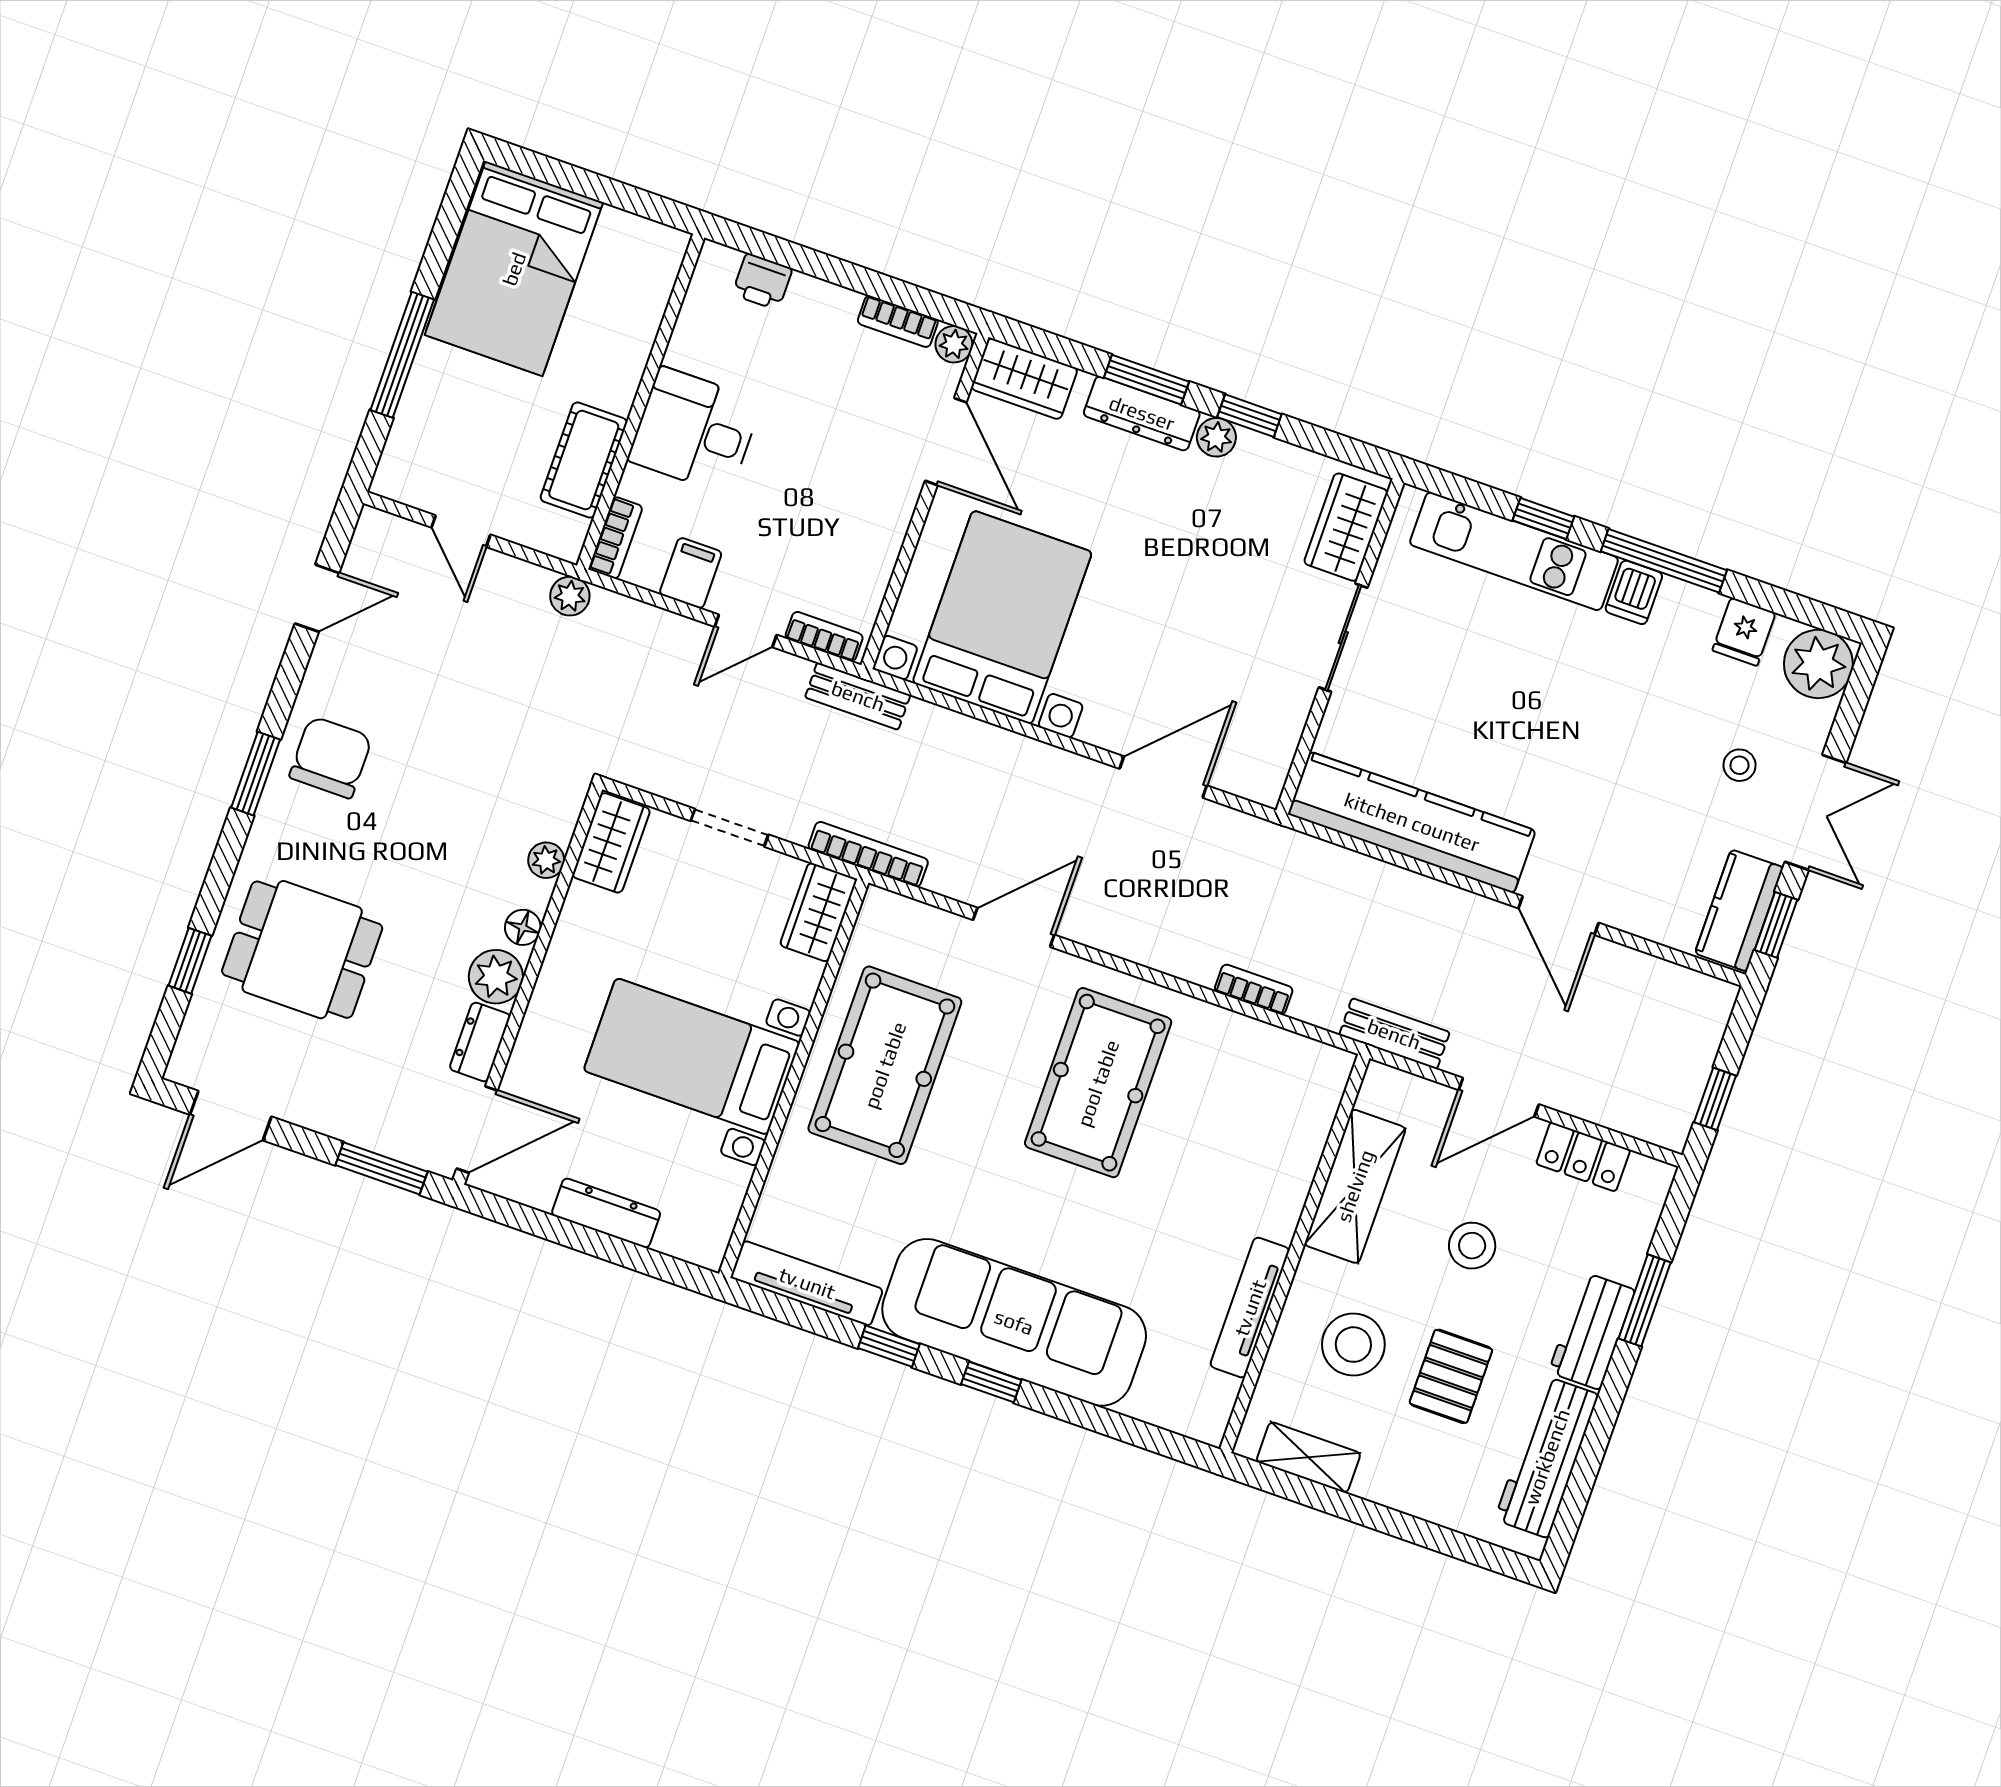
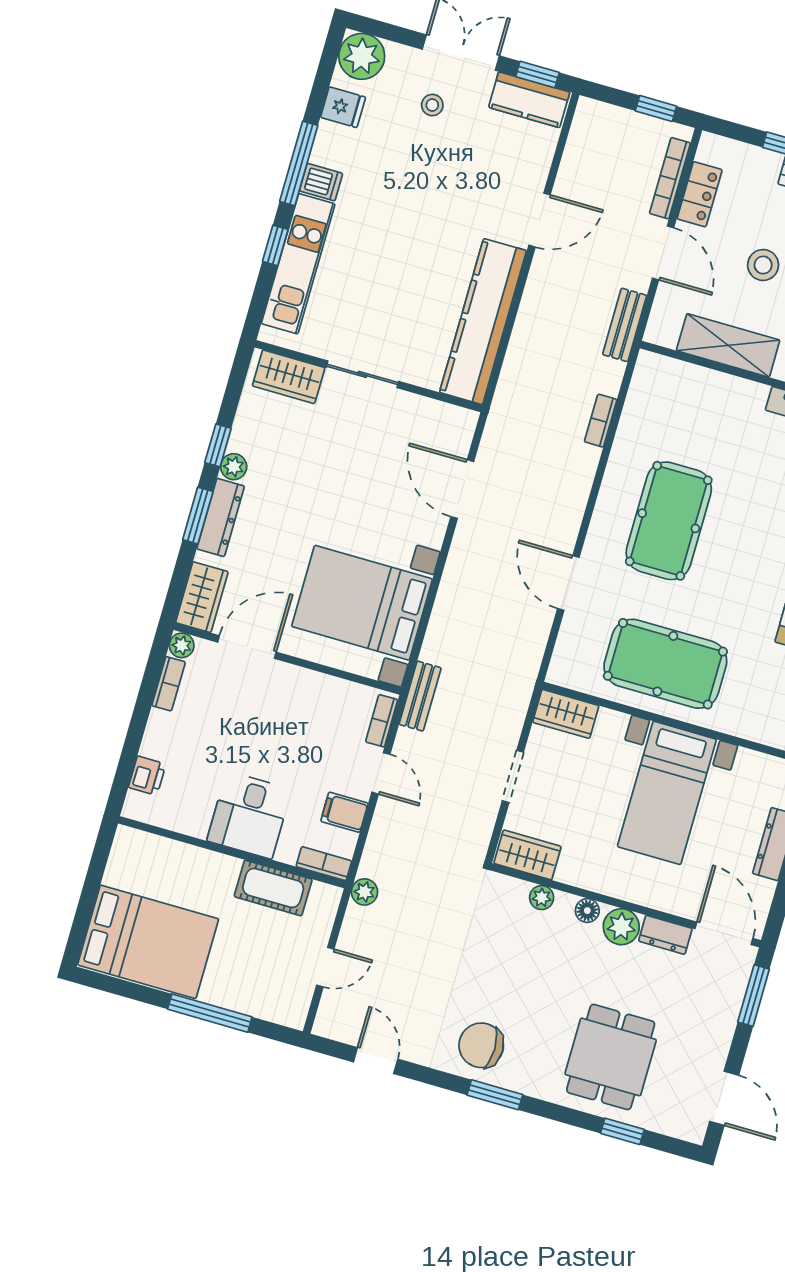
bookcase: (868, 854) -> (670, 178), moved
pool table: (1098, 1083) -> (669, 521), turned 90

